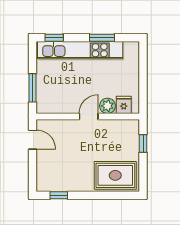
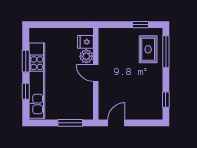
window: (54, 38) -> (26, 91), moved
window: (143, 143) -> (141, 25), moved
rug: (115, 175) -> (148, 49), width x0.73, depth x0.70
window: (113, 195) -> (166, 52), added

